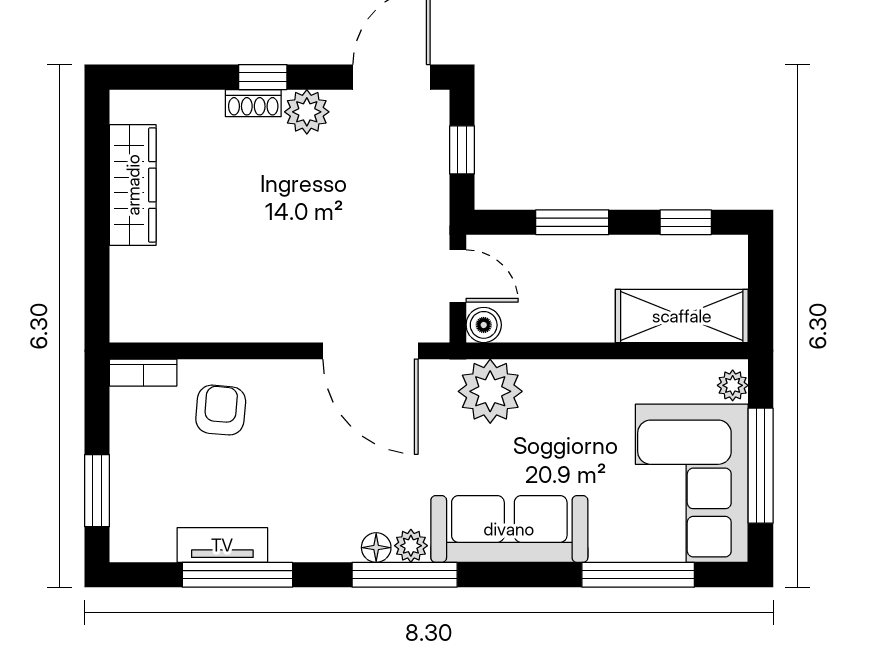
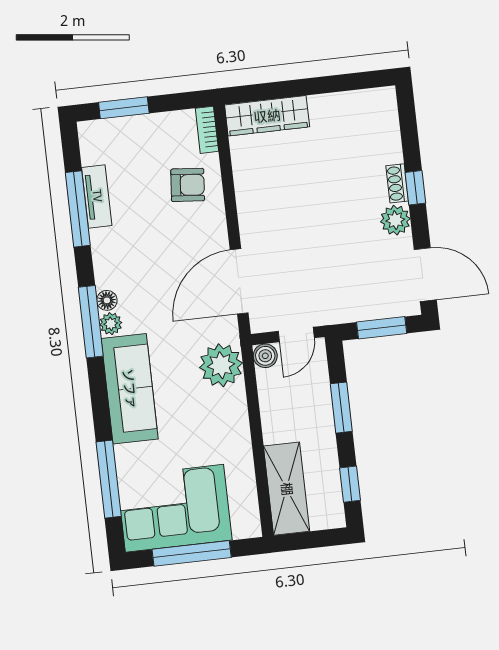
window: (462, 150) -> (382, 328), width x1.50
wardrobe: (133, 185) -> (267, 116), moved
plant: (733, 385) -> (244, 528), removed

